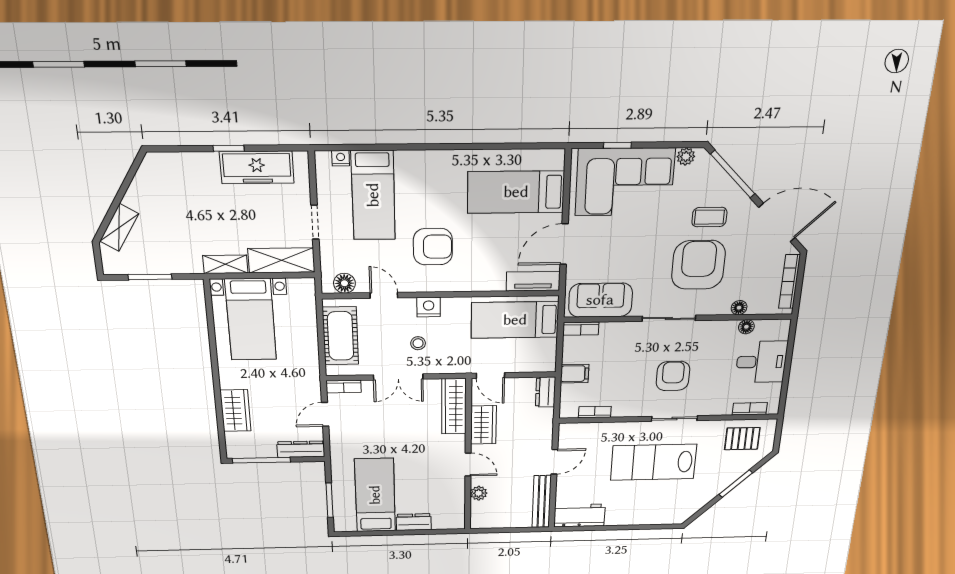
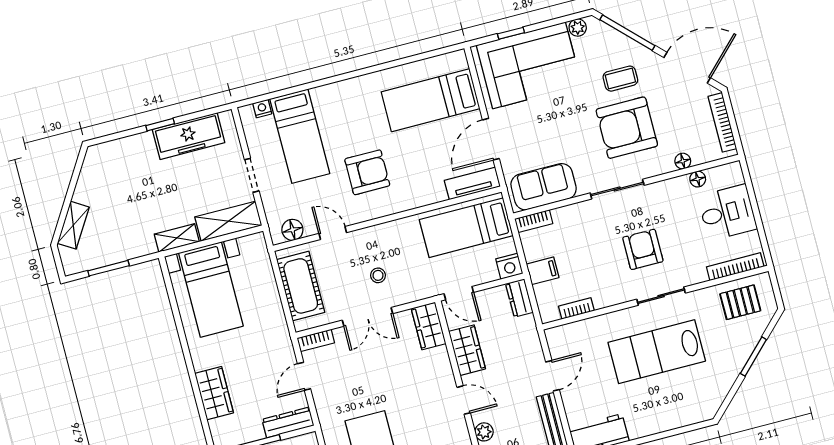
armchair: (698, 265) -> (627, 128), turned -90
nightstand: (429, 307) -> (509, 266), moved, turned 180
wardrobe: (454, 406) -> (429, 326), width x0.67
bookcase: (750, 409) -> (735, 267), width x1.56

